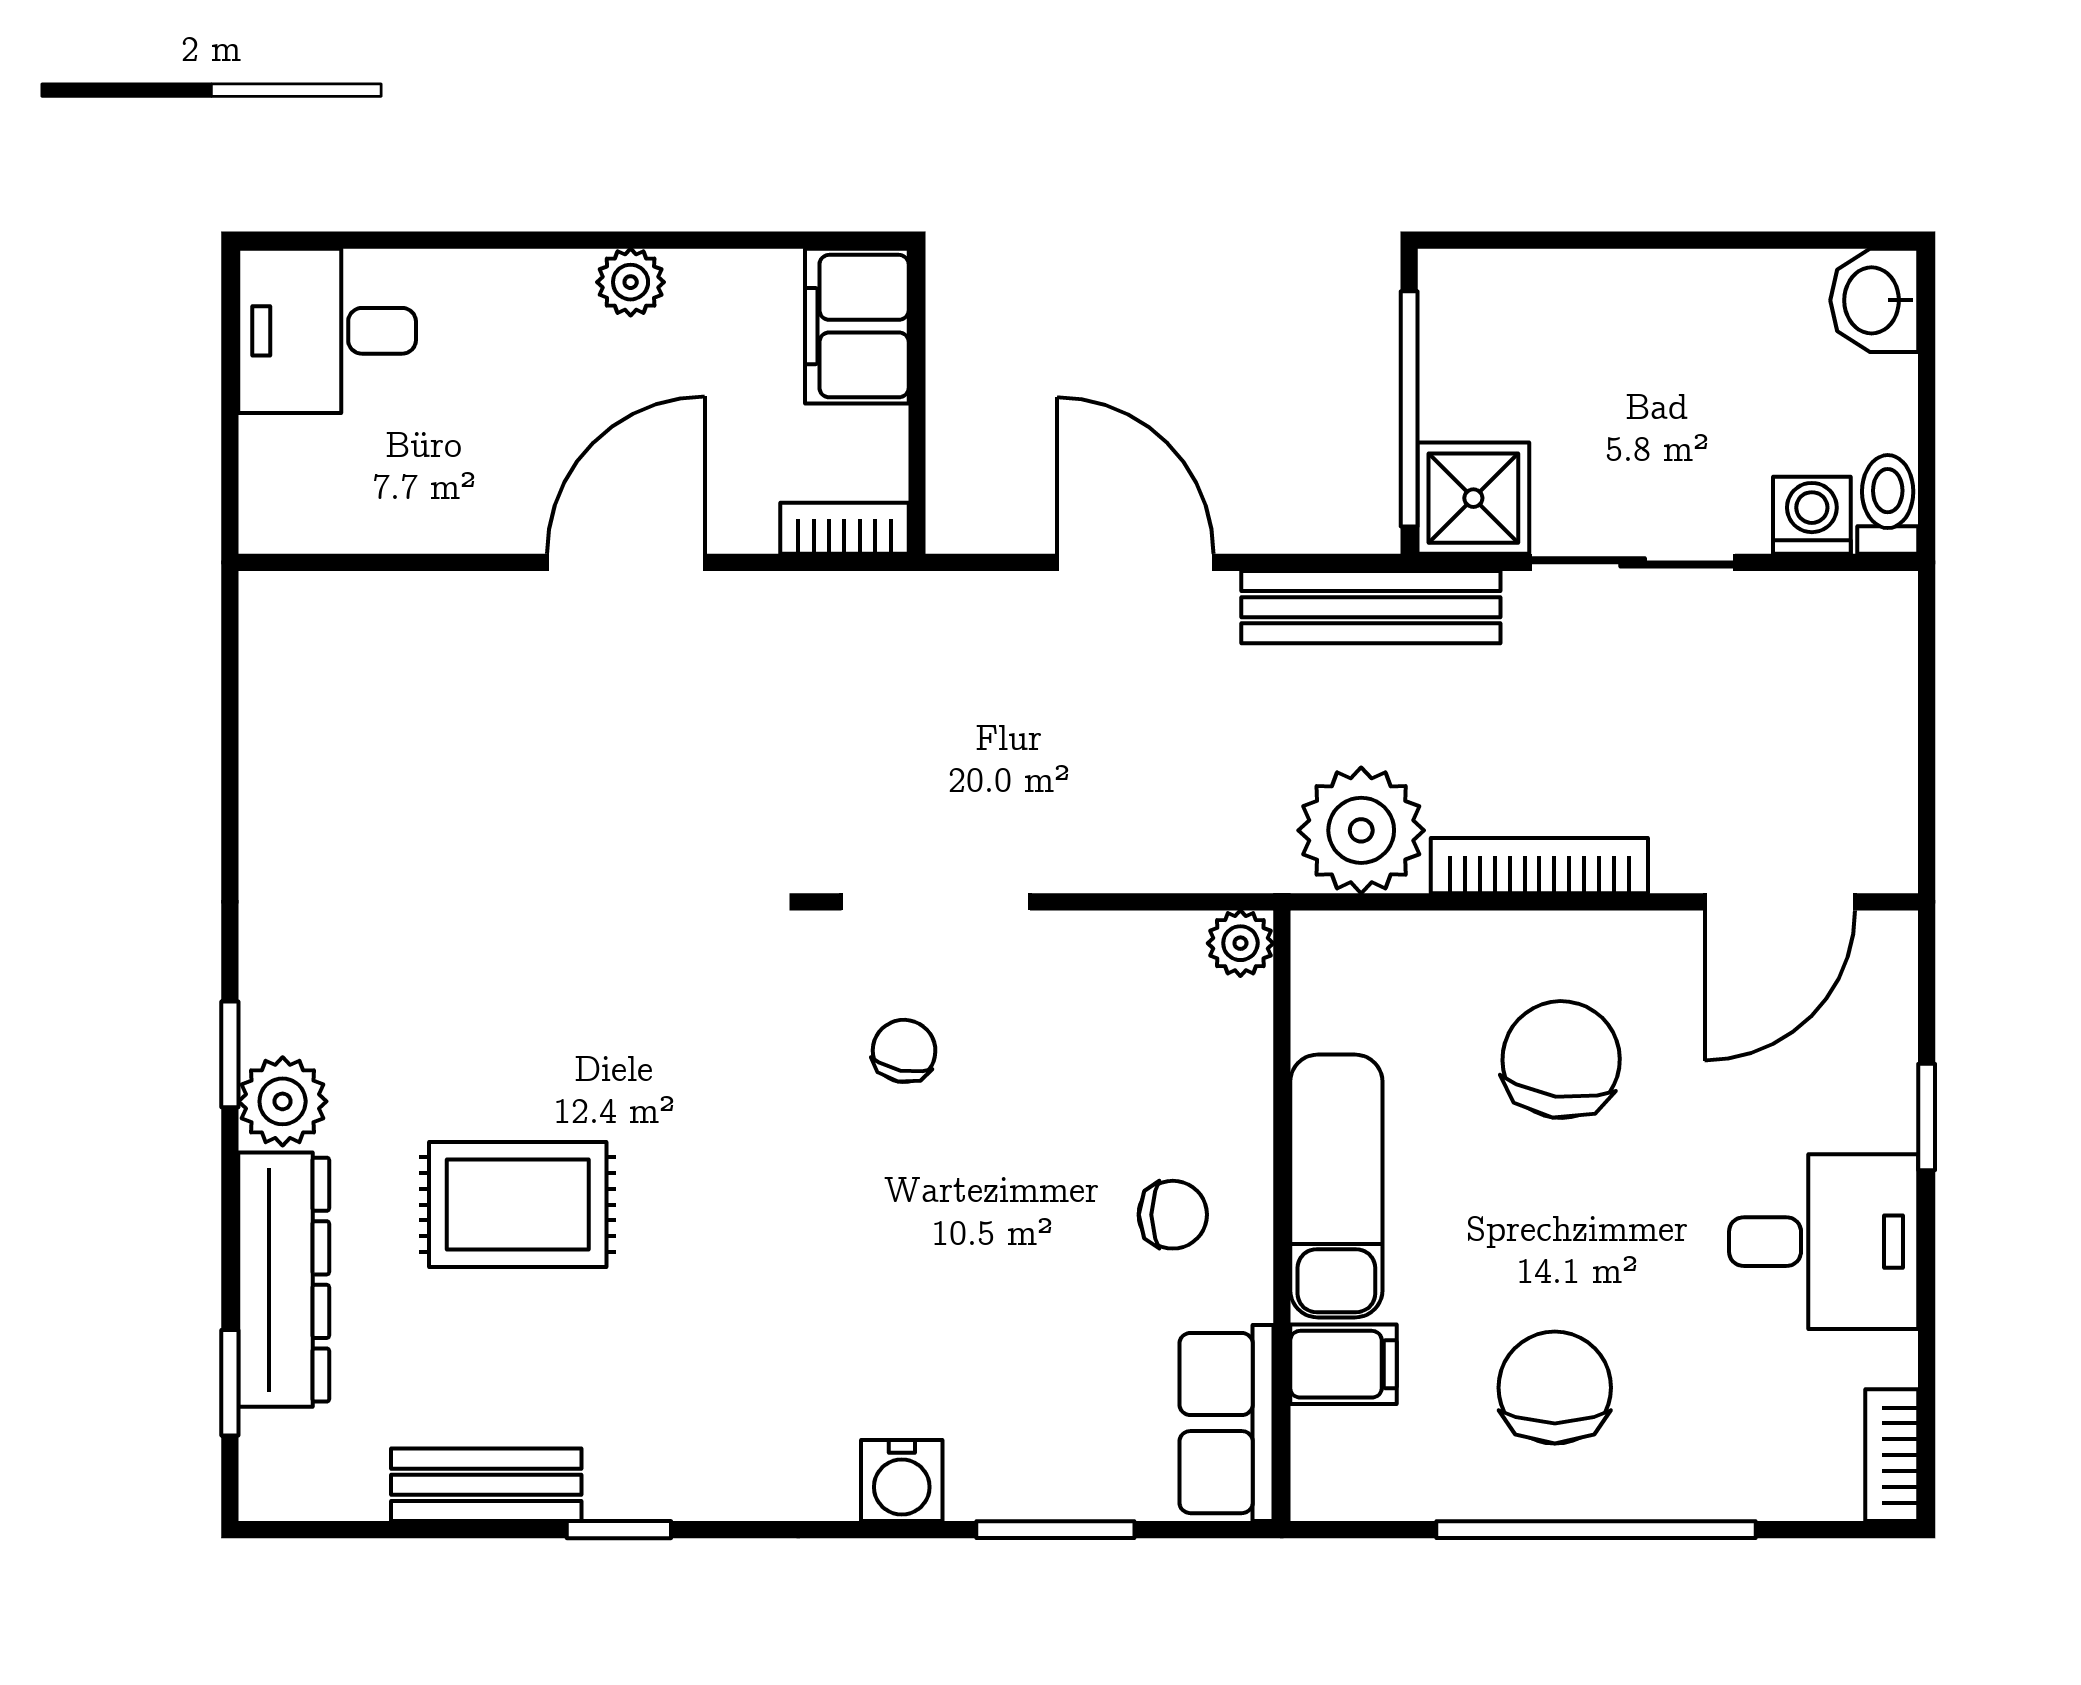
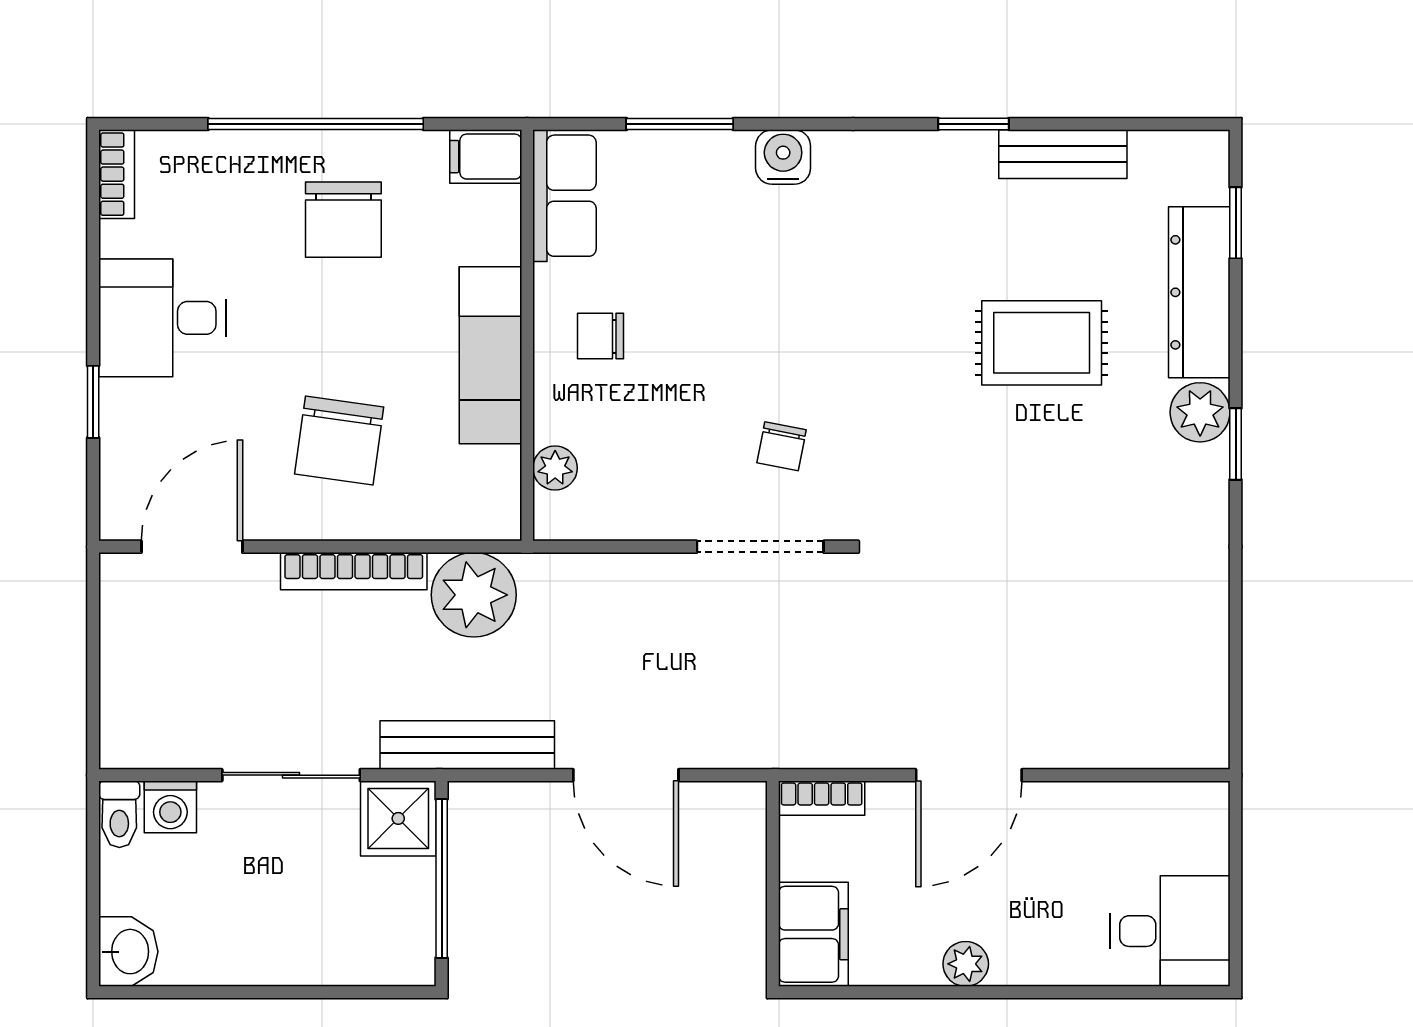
plant: (1240, 943) -> (555, 468), moved
filing cabinet: (1343, 1364) -> (486, 157), moved

